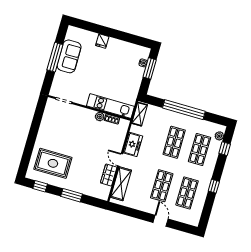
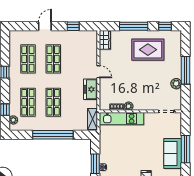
plant: (45, 126) -> (176, 84), added
window: (32, 136) -> (186, 70), added
rug: (53, 163) -> (148, 50), moved
wardrobe: (109, 175) -> (105, 40), moved
shelving: (121, 184) -> (91, 50), removed
window: (72, 195) -> (134, 26), width x1.44
window: (132, 213) -> (73, 26), added
door: (161, 221) -> (45, 26), swing flipped

